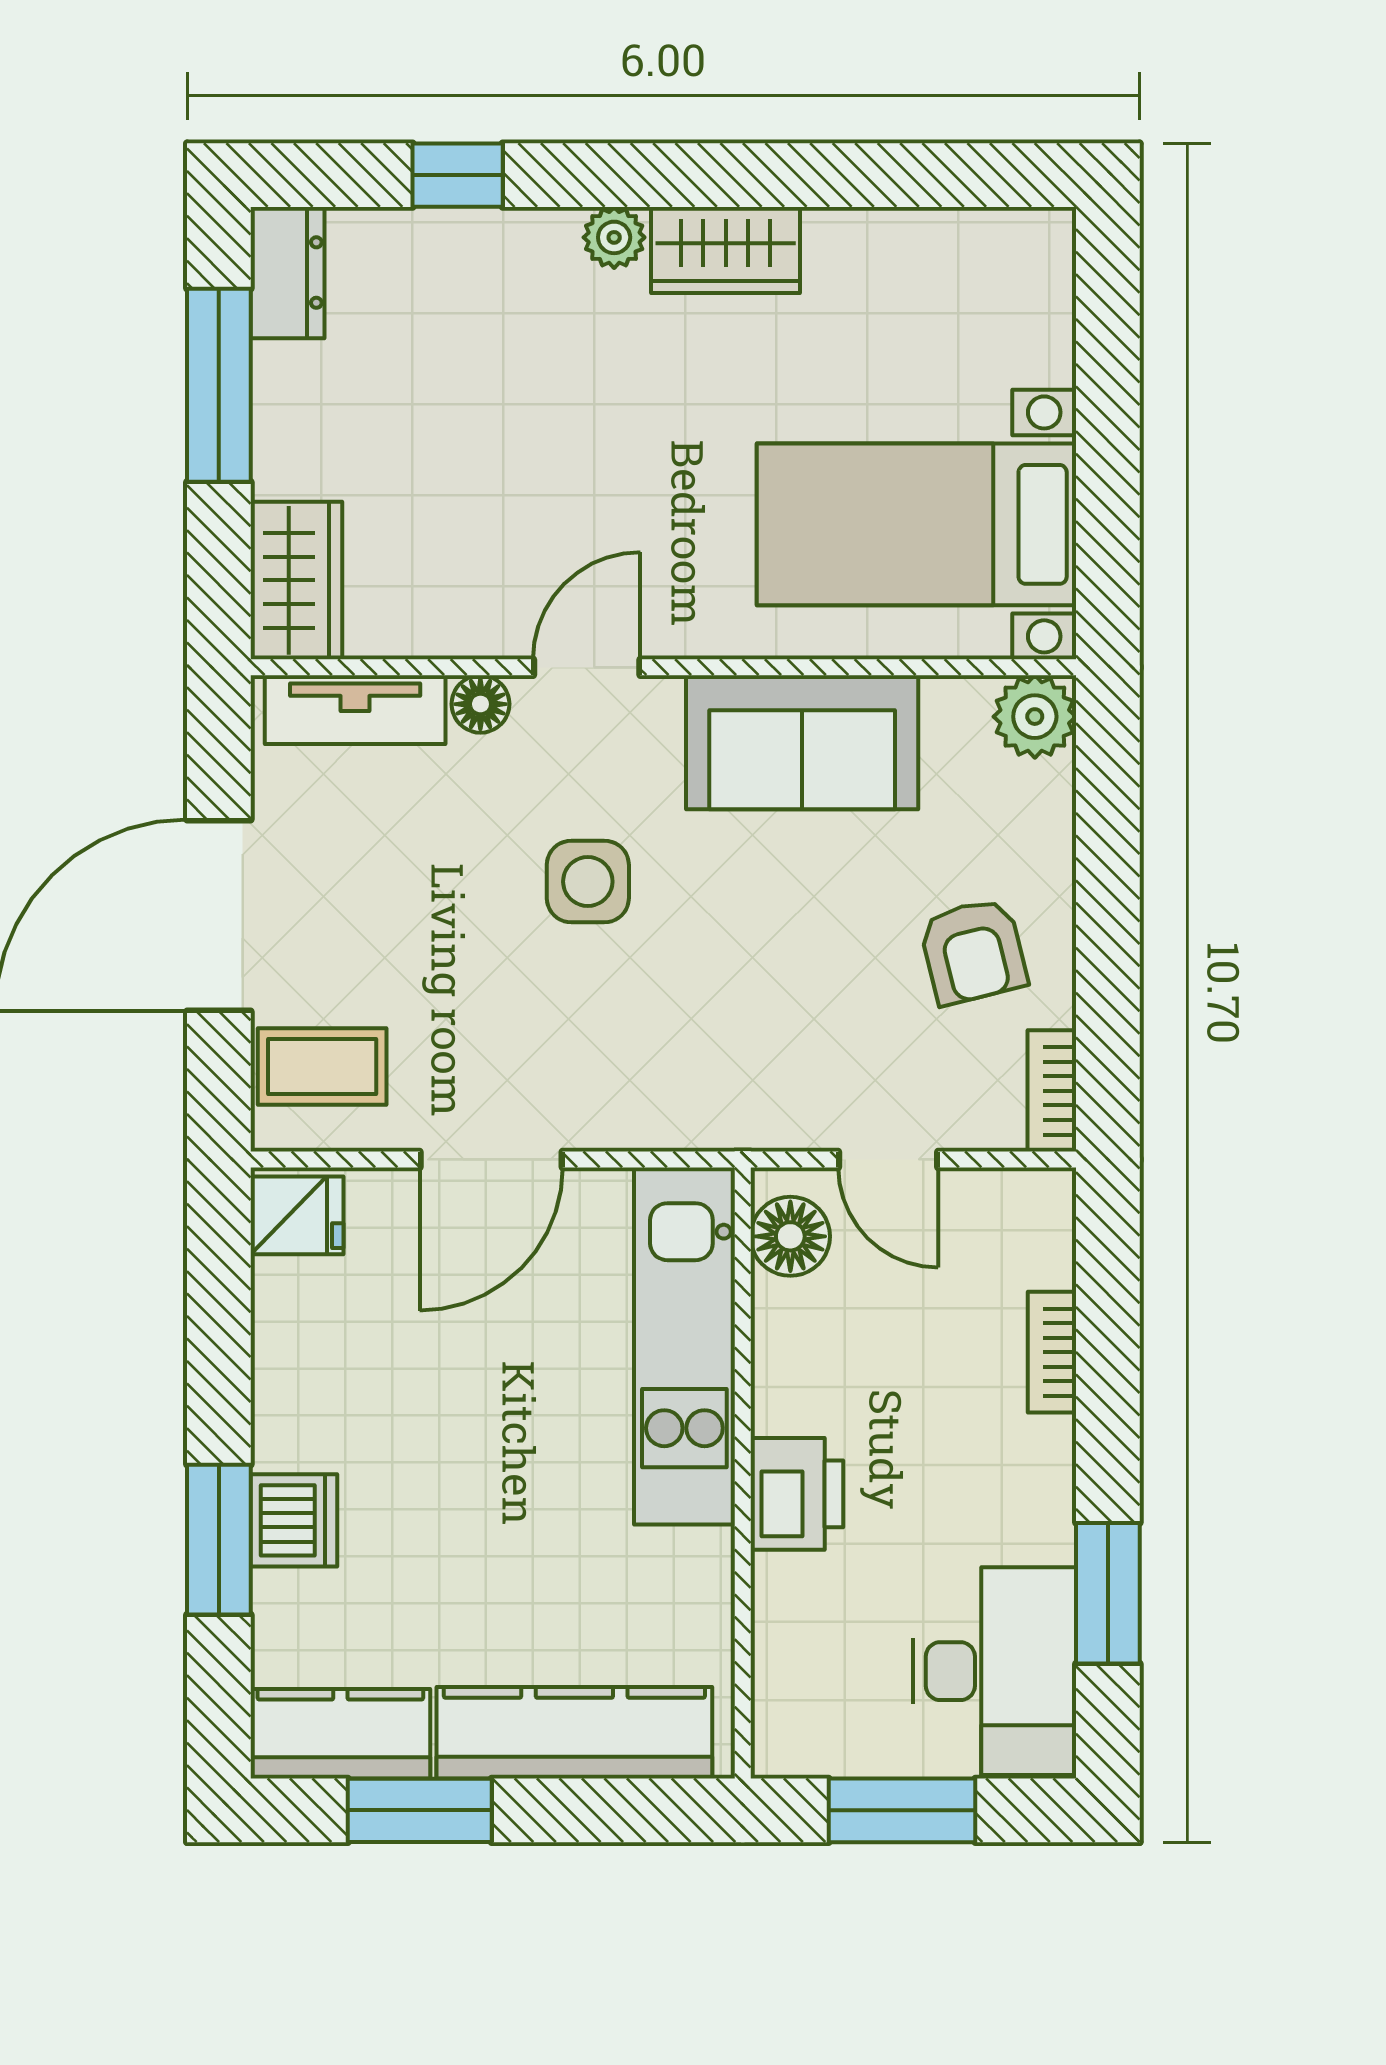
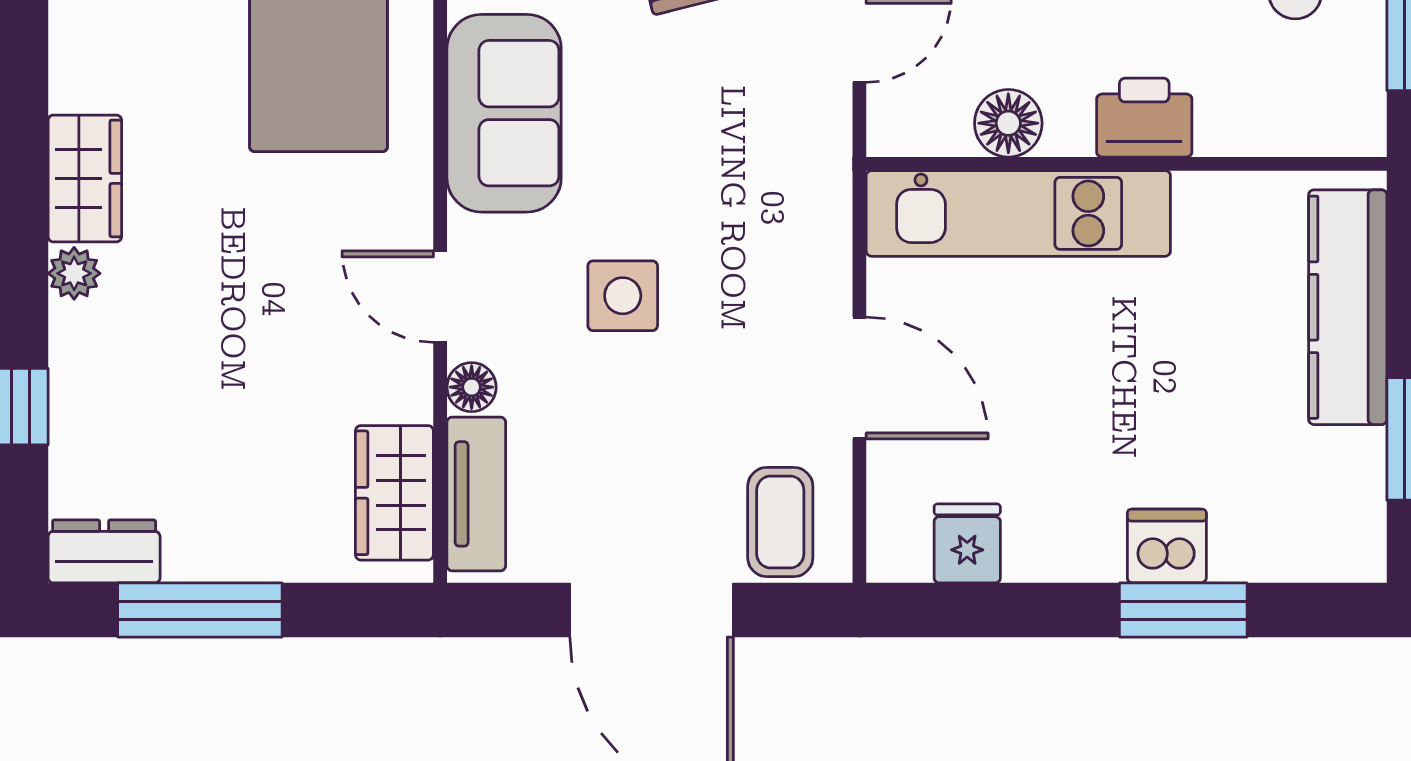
wardrobe: (296, 580) -> (394, 493), moved, turned -90
fridge: (297, 1215) -> (967, 543), moved
floor lamp: (790, 1236) -> (1008, 123), moved
kitchen counter: (340, 1734) -> (1349, 506), removed

